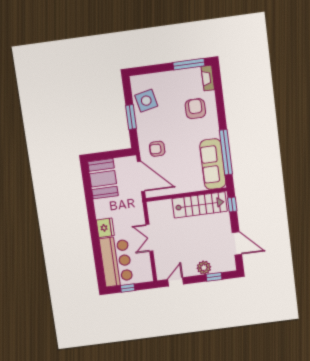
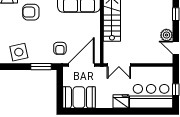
window: (131, 117) -> (41, 67), moved
double door: (149, 238) -> (119, 65), moved
plant: (204, 268) -> (166, 35), moved

